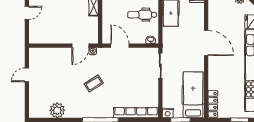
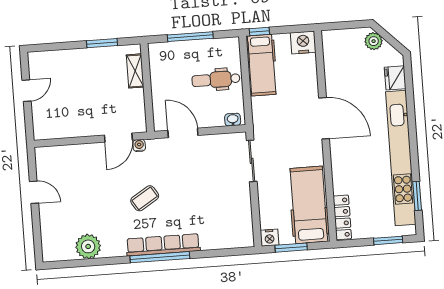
door: (27, 75) -> (34, 192), swing flipped
row of seats: (136, 113) -> (163, 245), moved

